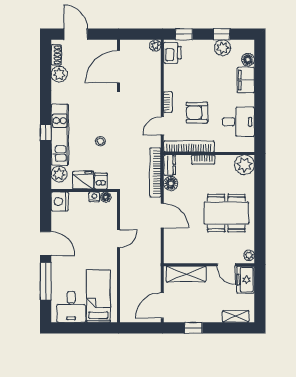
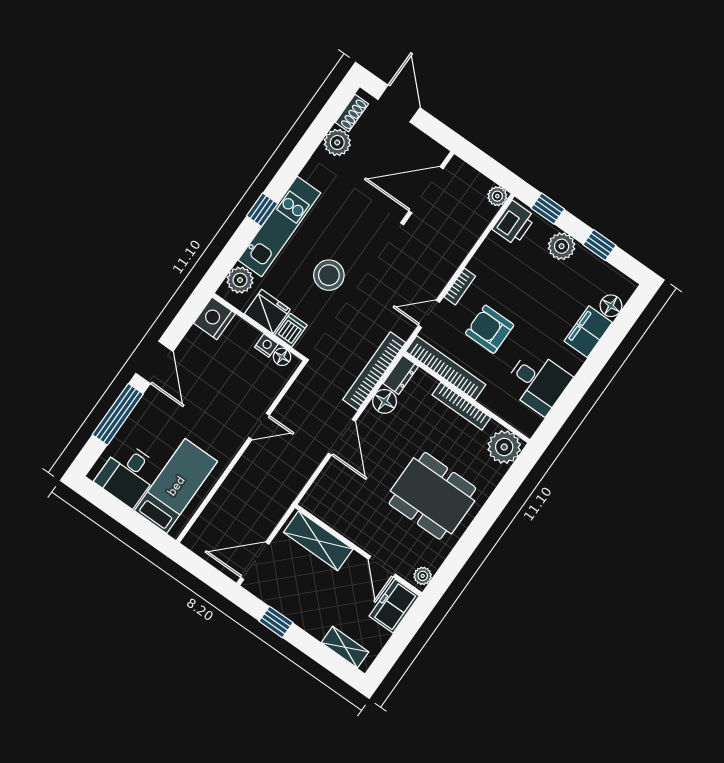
plant: (223, 48) -> (562, 246), moved
stool: (101, 141) -> (329, 275), width x1.89, depth x1.89
bookcase: (203, 160) -> (461, 406), width x1.56

